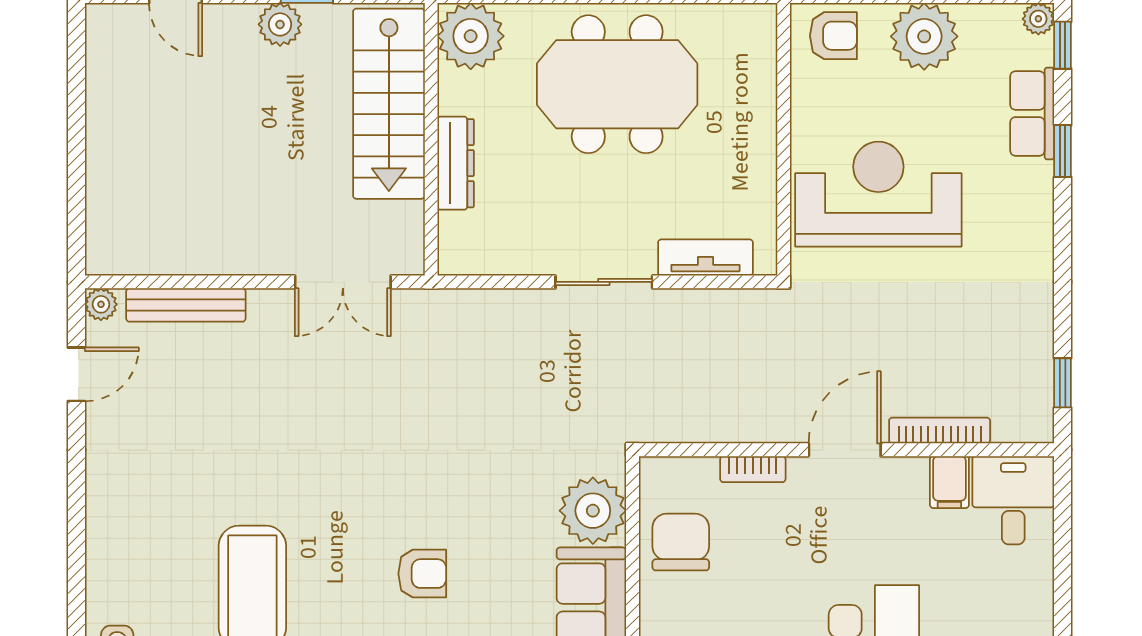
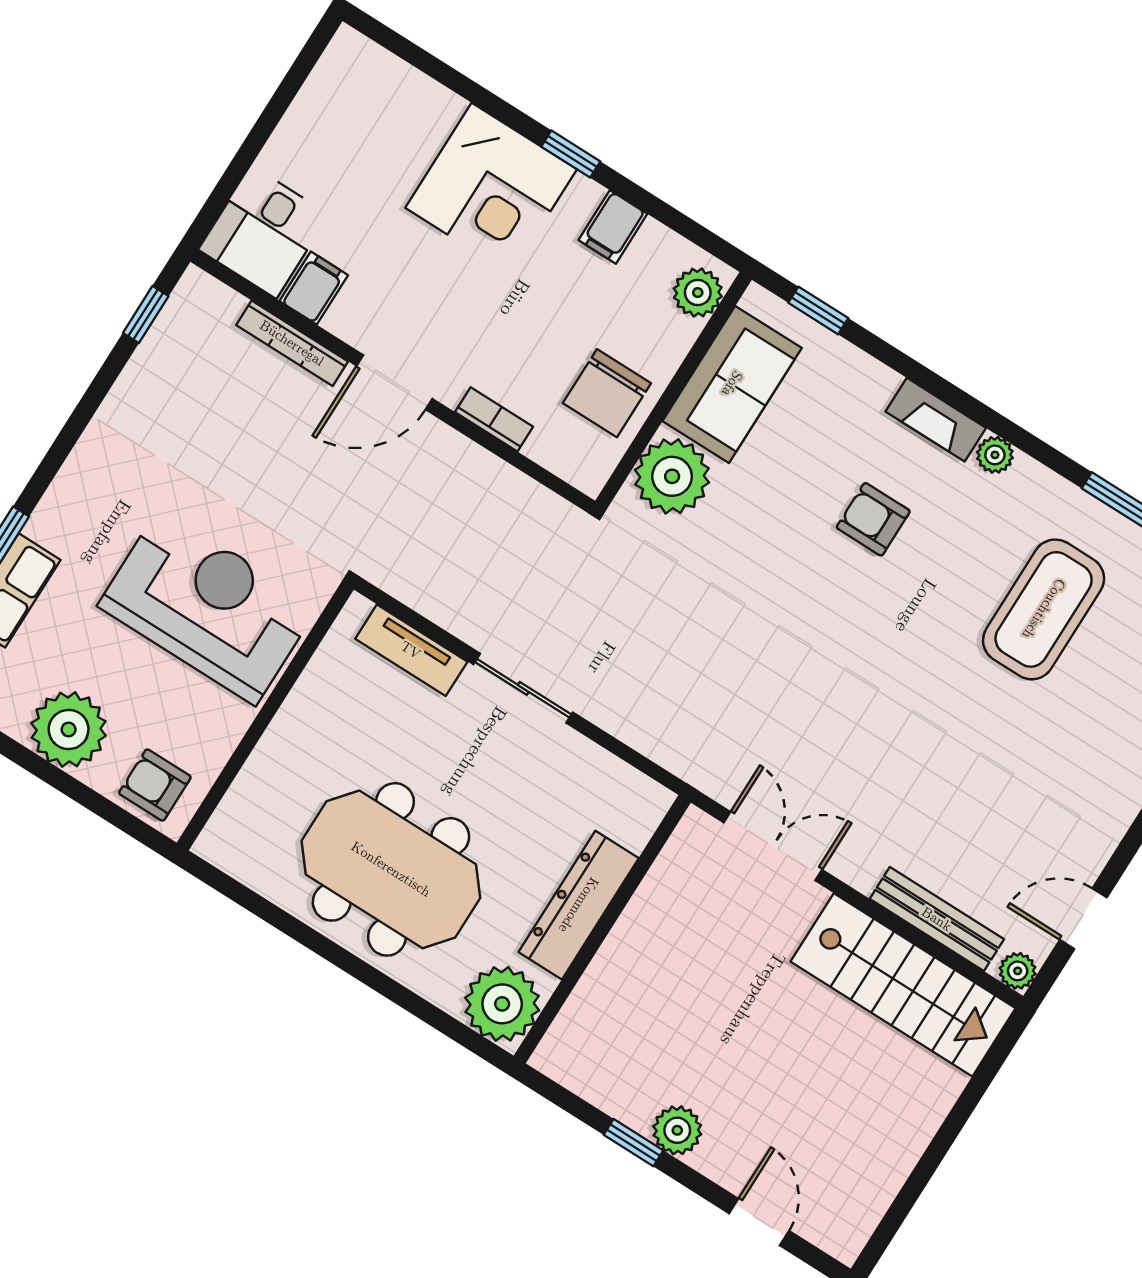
stairs: (389, 104) -> (903, 985), moved, turned 90
dresser: (456, 163) -> (579, 905), width x1.37, depth x1.24
reception desk: (878, 194) -> (208, 606), turned 180

